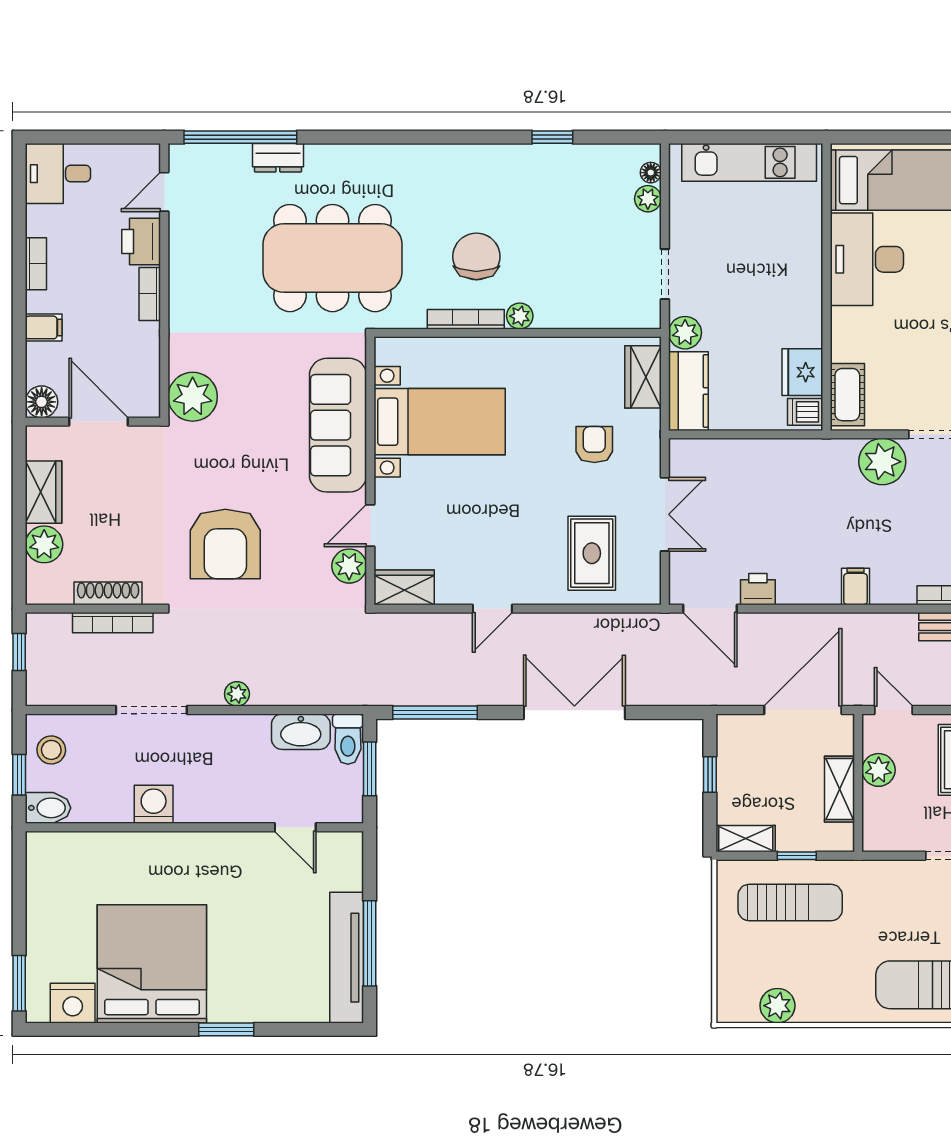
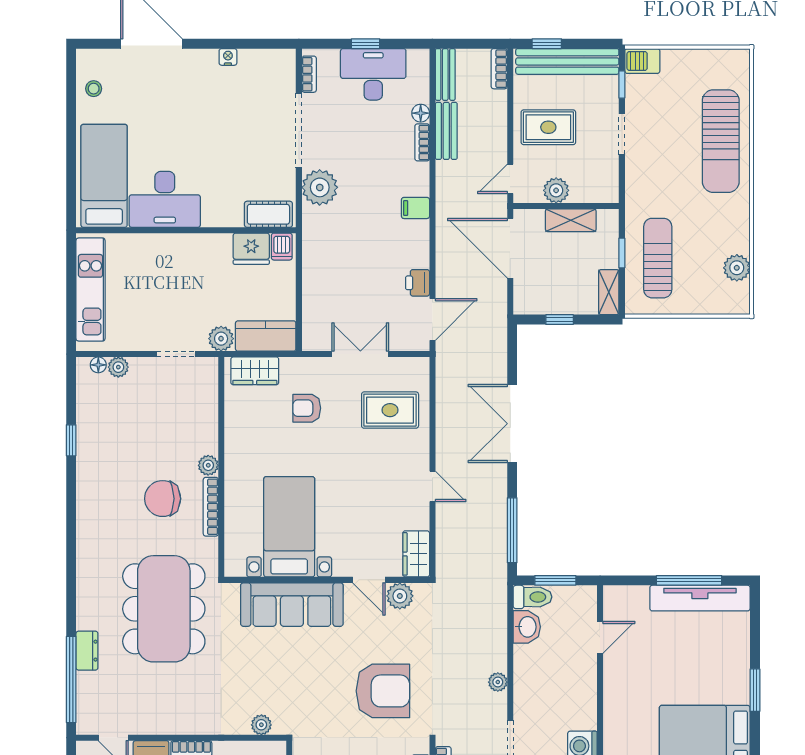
plant: (193, 397) -> (261, 725), width x0.53, depth x0.53
washbasin: (301, 732) -> (527, 627), width x0.72

